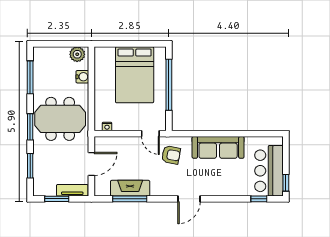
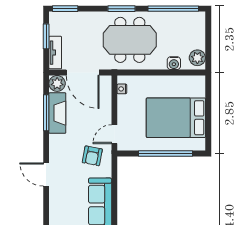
window: (30, 77) -> (173, 9), width x1.46
meeting table: (60, 119) -> (130, 40), turned 90
door: (91, 164) -> (83, 73), width x1.36
window: (30, 166) -> (65, 9), moved
plant: (102, 189) -> (57, 83), added

